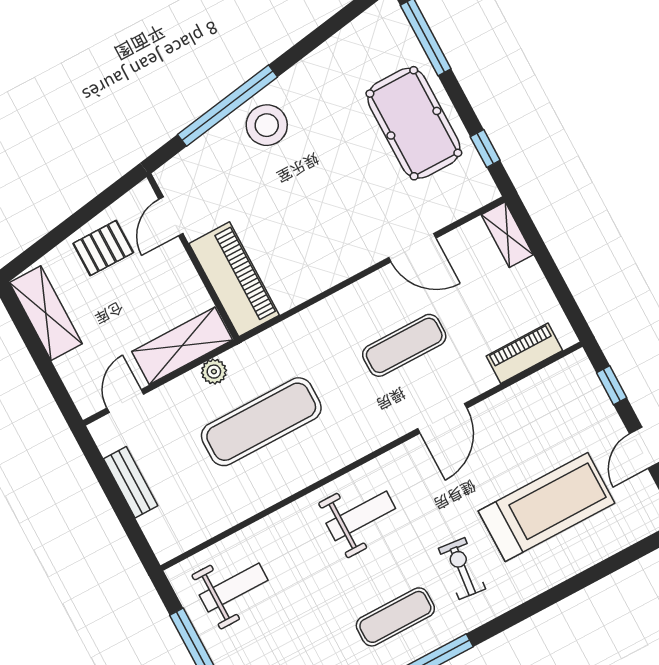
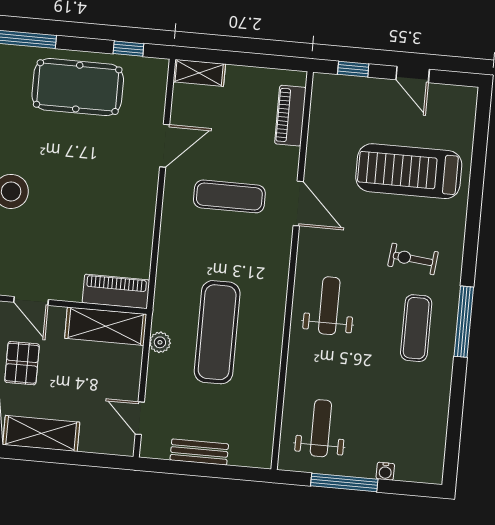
piano: (234, 279) -> (116, 291), width x0.73, depth x0.75
exercise mat: (404, 345) -> (229, 196), turned 90
shelving: (182, 346) -> (106, 326), moved, turned 90
treadmill: (546, 507) -> (409, 171), turned -90

